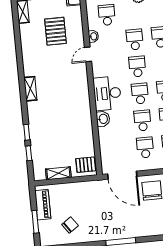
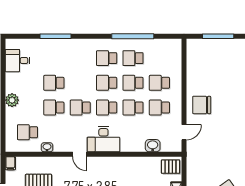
door: (88, 54) -> (80, 154), moved
washbasin: (103, 119) -> (153, 146), moved
pallet: (86, 165) -> (171, 167), turned 90
door: (122, 175) -> (184, 132), width x0.53

